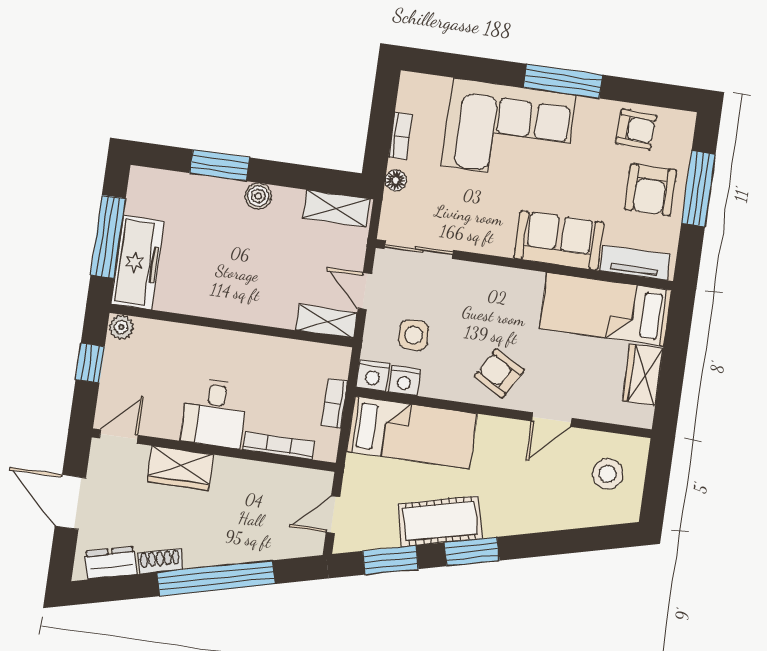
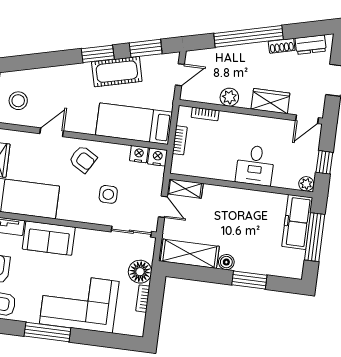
floor lamp: (396, 180) -> (140, 272), width x1.89, depth x1.89
shelving: (336, 208) -> (190, 254), width x1.50, depth x1.33
side table: (414, 335) -> (108, 194), moved
desk: (215, 413) -> (255, 165), moved, turned 180
bookcase: (279, 446) -> (205, 114), width x0.64
plant: (250, 475) -> (229, 97), added

